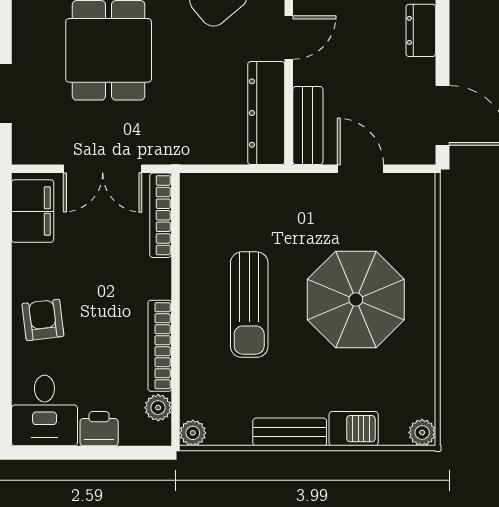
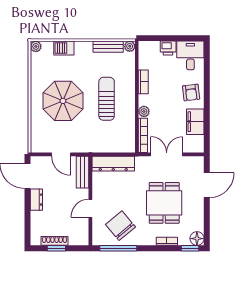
dresser: (421, 30) -> (36, 200), moved
dresser: (266, 113) -> (113, 164), moved, turned 90
filing cabinet: (33, 211) -> (195, 122), moved
bookcase: (160, 346) -> (143, 82), width x0.64
plant: (158, 408) -> (144, 111), moved
bench: (290, 432) -> (108, 47), moved

